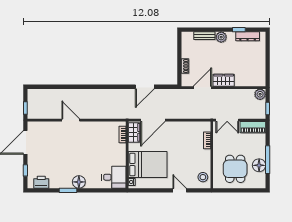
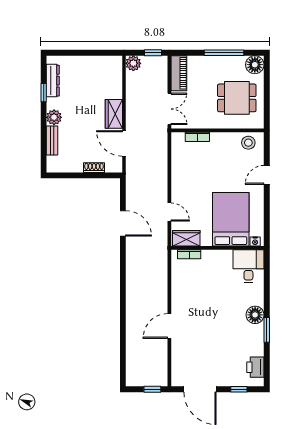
door: (153, 120) -> (169, 212), width x0.53
floor lamp: (259, 165) -> (255, 65), moved

